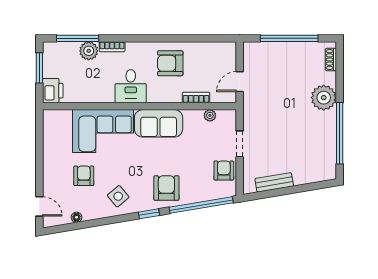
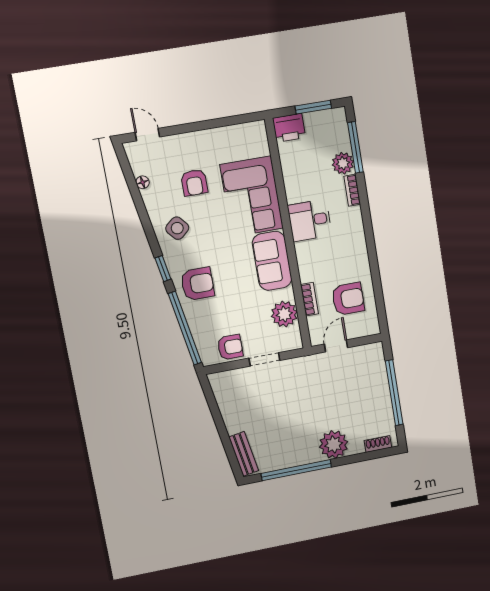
armchair: (170, 63) -> (348, 299), moved, turned 90
door: (240, 82) -> (336, 346), hinge flipped
plant: (210, 115) -> (284, 314), width x1.87, depth x1.87
armchair: (84, 176) -> (194, 183), turned 90
bench: (274, 182) -> (244, 454), moved
door: (39, 206) -> (147, 135), swing flipped

